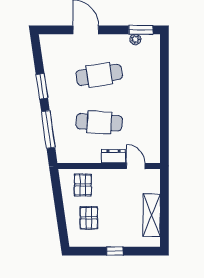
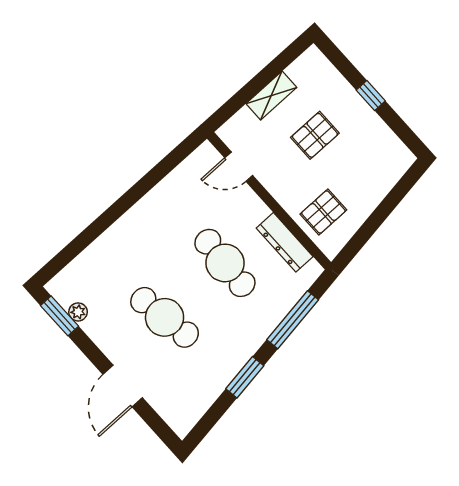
dresser: (114, 156) -> (285, 242), moved, width x1.44
door: (136, 166) -> (239, 167), hinge flipped
shelving: (152, 215) -> (271, 95), width x0.67, depth x0.75
pallet: (89, 218) -> (315, 135), moved

